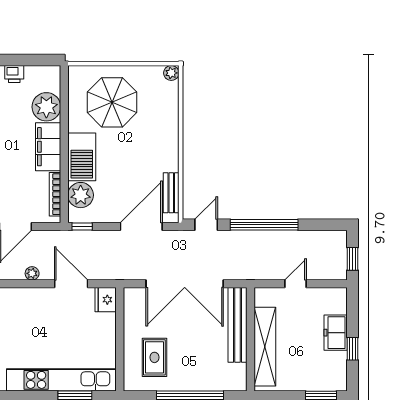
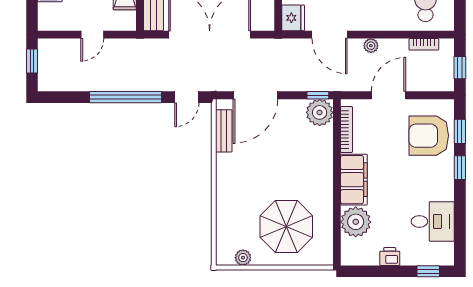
plant: (171, 73) -> (243, 258), moved
barbecue: (82, 157) -> (318, 169), removed
plant: (81, 195) -> (320, 112), moved

